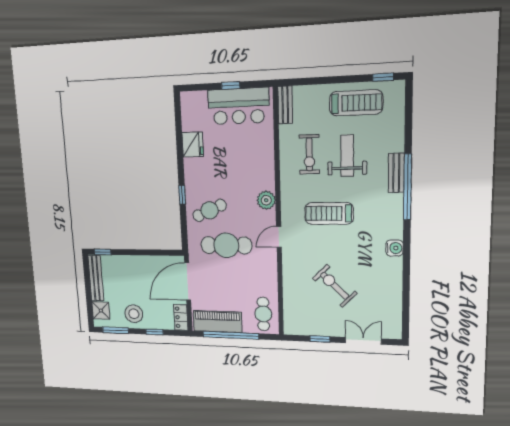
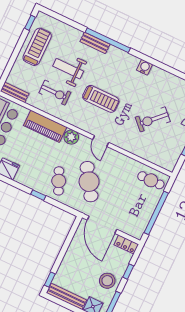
treadmill: (329, 213) -> (101, 99), turned -90
cafe table: (226, 245) -> (89, 182), turned -33
piano: (217, 322) -> (45, 126), moved, turned -90

